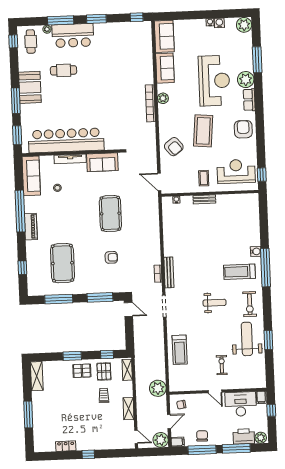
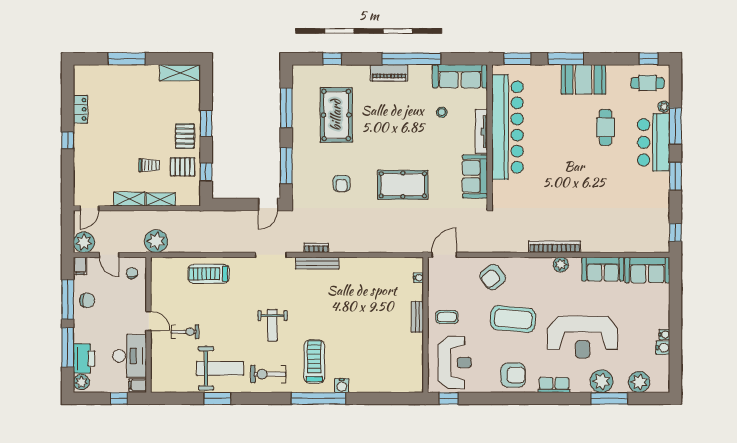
plant: (244, 25) -> (639, 382), moved
plant: (246, 80) -> (601, 381), moved
pool table: (62, 263) -> (336, 115), turned 90
shelving: (127, 370) -> (161, 199), moved
door: (215, 391) -> (149, 321), swing flipped

